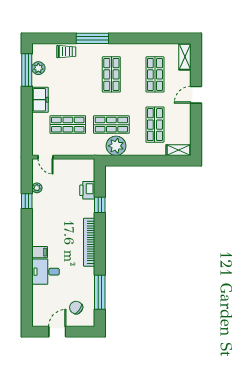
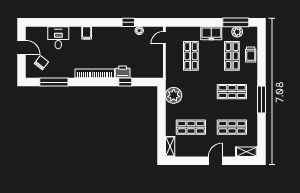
window: (92, 38) -> (261, 99), moved
door: (196, 95) -> (215, 161), hinge flipped
shop shelf: (111, 125) -> (232, 56), moved
printer: (87, 190) -> (123, 72), moved
desk: (46, 272) -> (58, 38), moved

